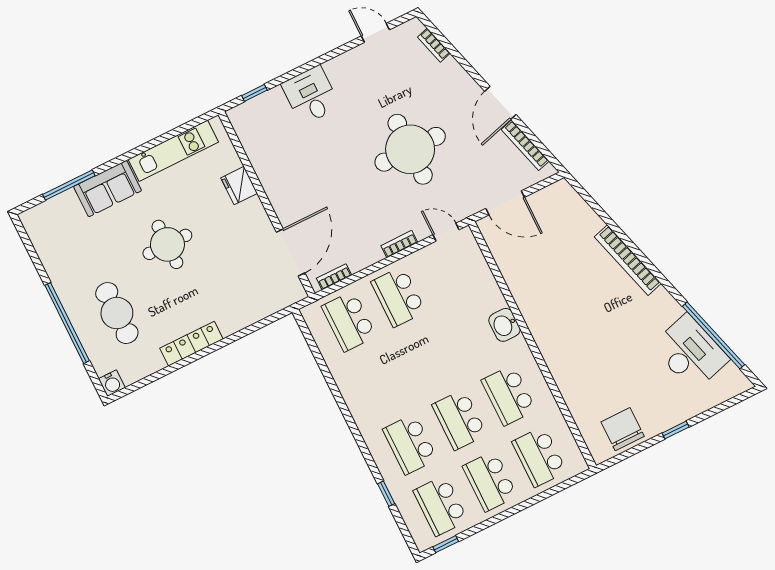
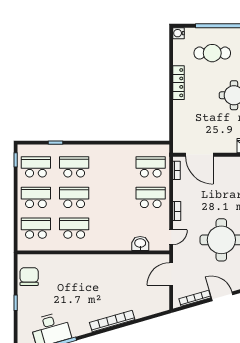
washbasin: (504, 325) -> (140, 243), moved
chair: (623, 429) -> (29, 277), turned -90

